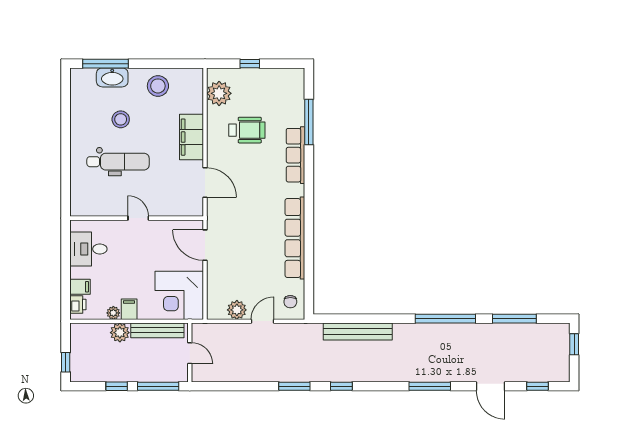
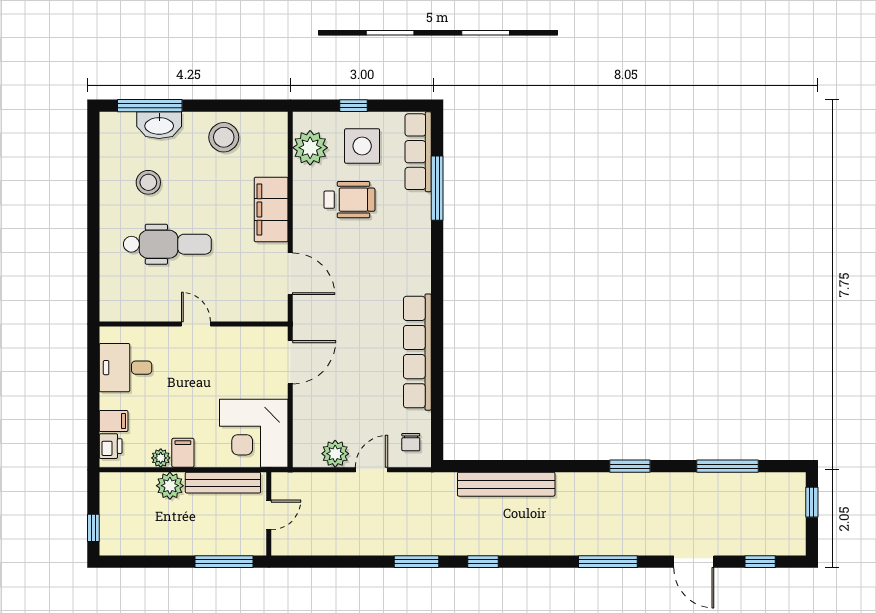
side table: (256, 92) -> (362, 146), added
stool: (121, 119) -> (148, 182), moved
row of seats: (295, 155) -> (418, 152), moved
door: (205, 245) -> (290, 362), swing flipped
window: (445, 319) -> (630, 466), width x0.47
door: (190, 353) -> (269, 515), hinge flipped
window: (117, 386) -> (165, 562), removed

